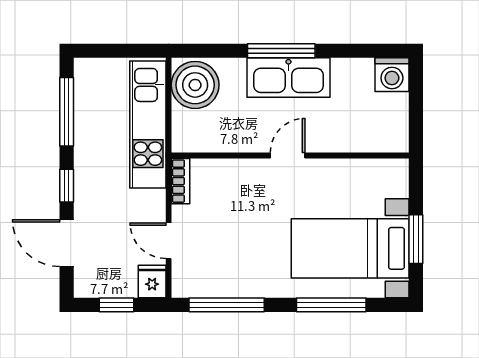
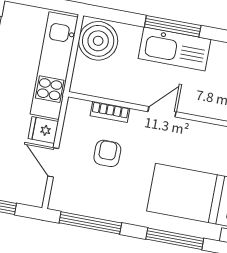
bookcase: (181, 181) -> (110, 112), moved, turned 90
armchair: (231, 218) -> (107, 153), added
fridge: (152, 282) -> (43, 130), moved, turned -90

